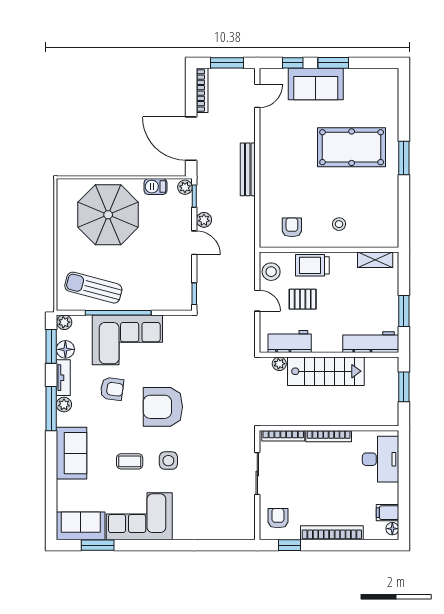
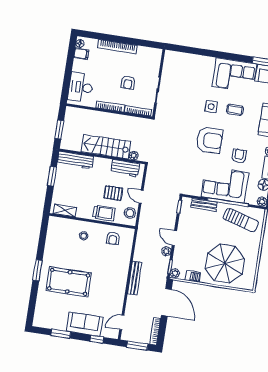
window: (333, 63) -> (61, 334), moved
bench: (156, 303) -> (204, 205), added
armchair: (112, 389) -> (239, 156), turned 82
armchair: (278, 518) -> (128, 83), moved
window: (289, 545) -> (145, 43), removed

